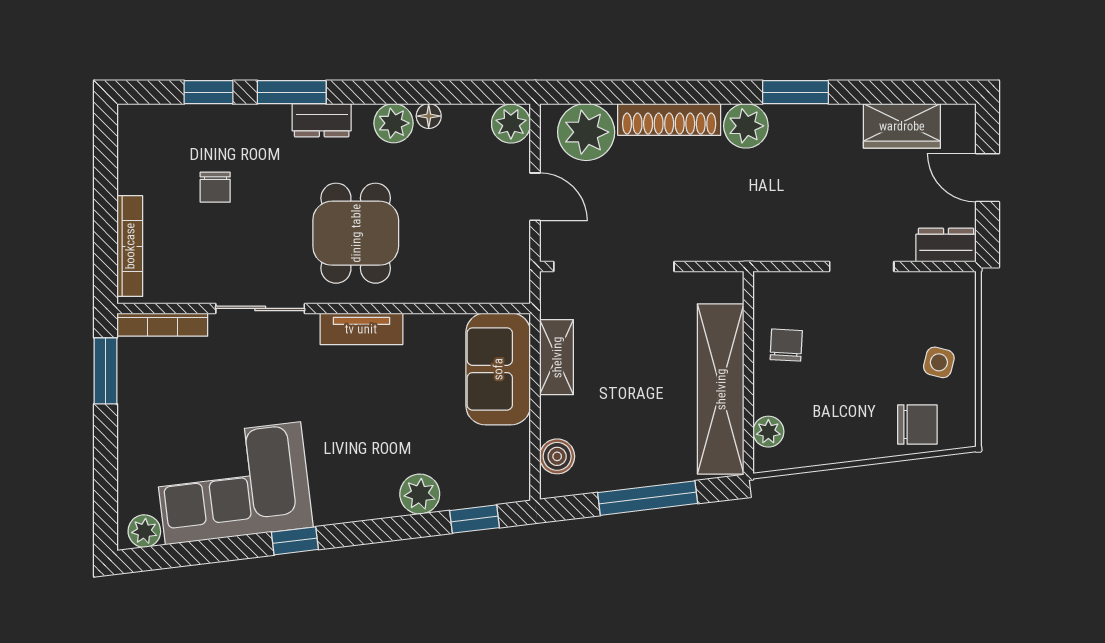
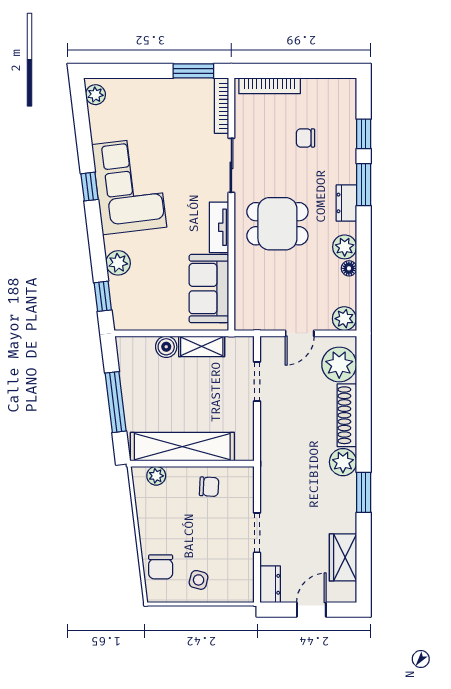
doorway: (614, 267) -> (257, 381), width x0.53
sofa: (498, 369) -> (209, 289), moved, turned -90
boiler: (557, 456) -> (166, 347), moved
corner sofa: (233, 483) -> (129, 186), moved

